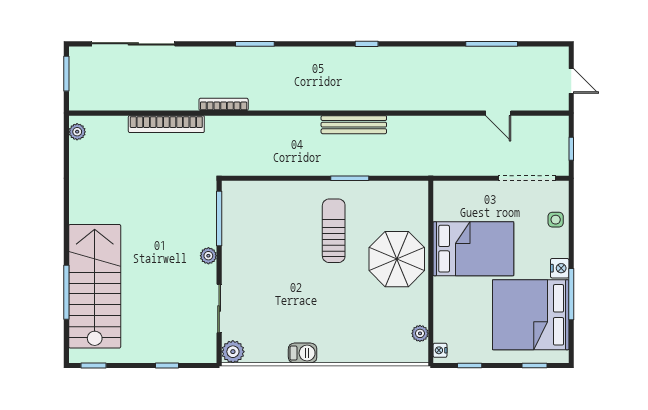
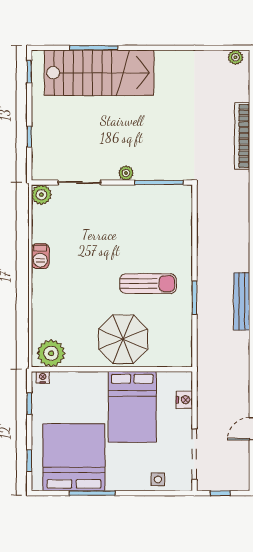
nightstand: (560, 268) -> (184, 400), moved, turned -90
plant: (420, 333) -> (51, 353), width x1.88, depth x1.88

